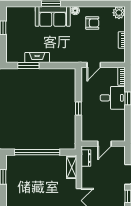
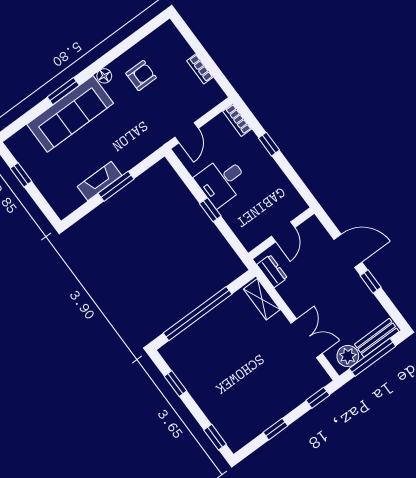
plant: (119, 13) -> (168, 34), removed
sofa: (53, 16) -> (70, 114), width x1.36
window: (28, 65) -> (116, 186), moved
desk: (113, 98) -> (222, 181), moved, turned 180

